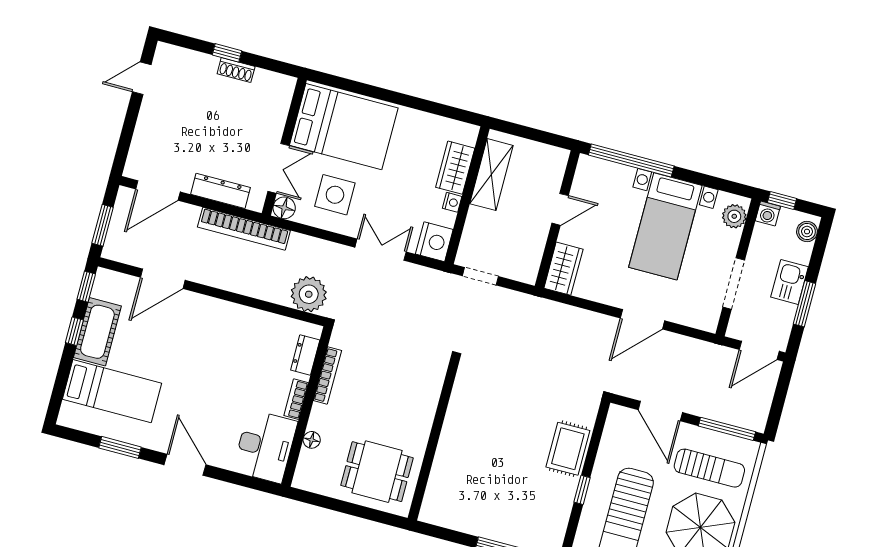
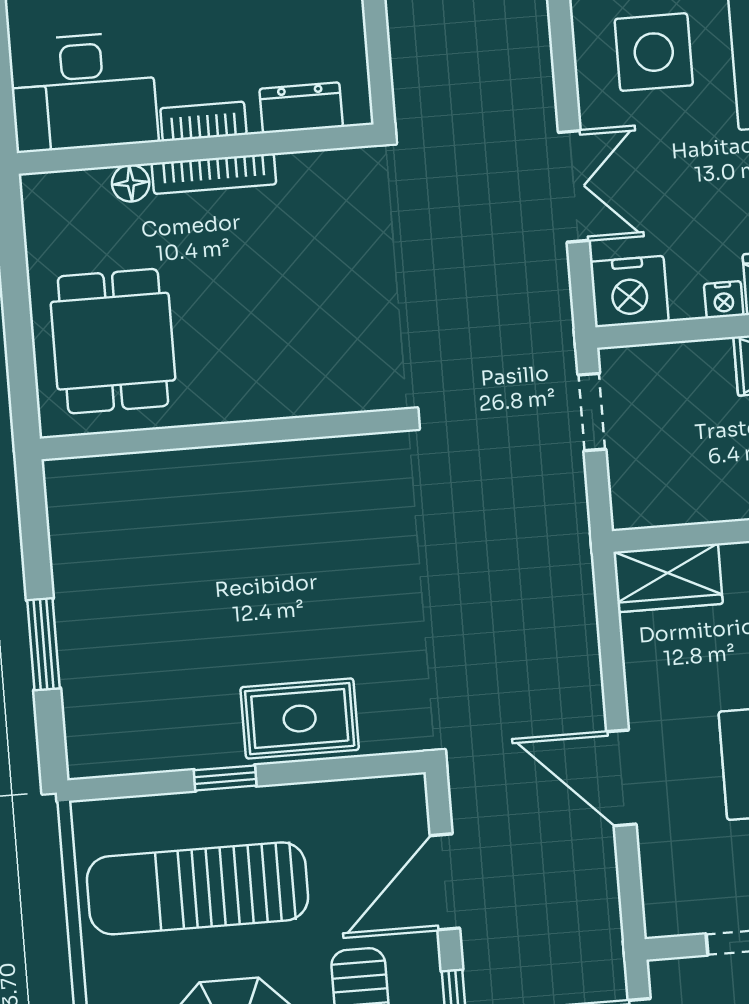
plant: (309, 294) -> (429, 71), removed
bookcase: (327, 376) -> (214, 174), moved

